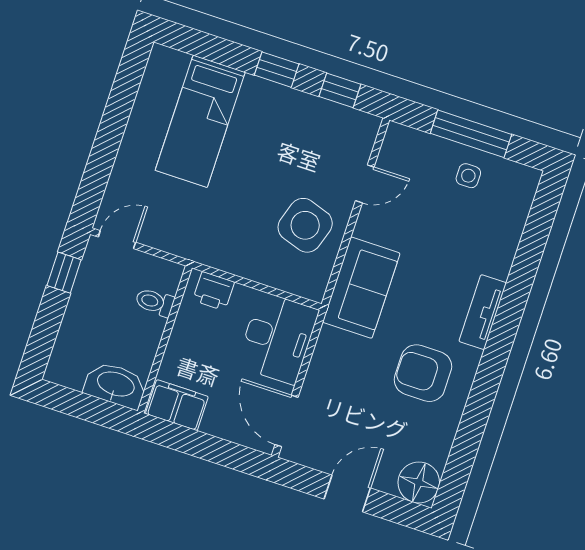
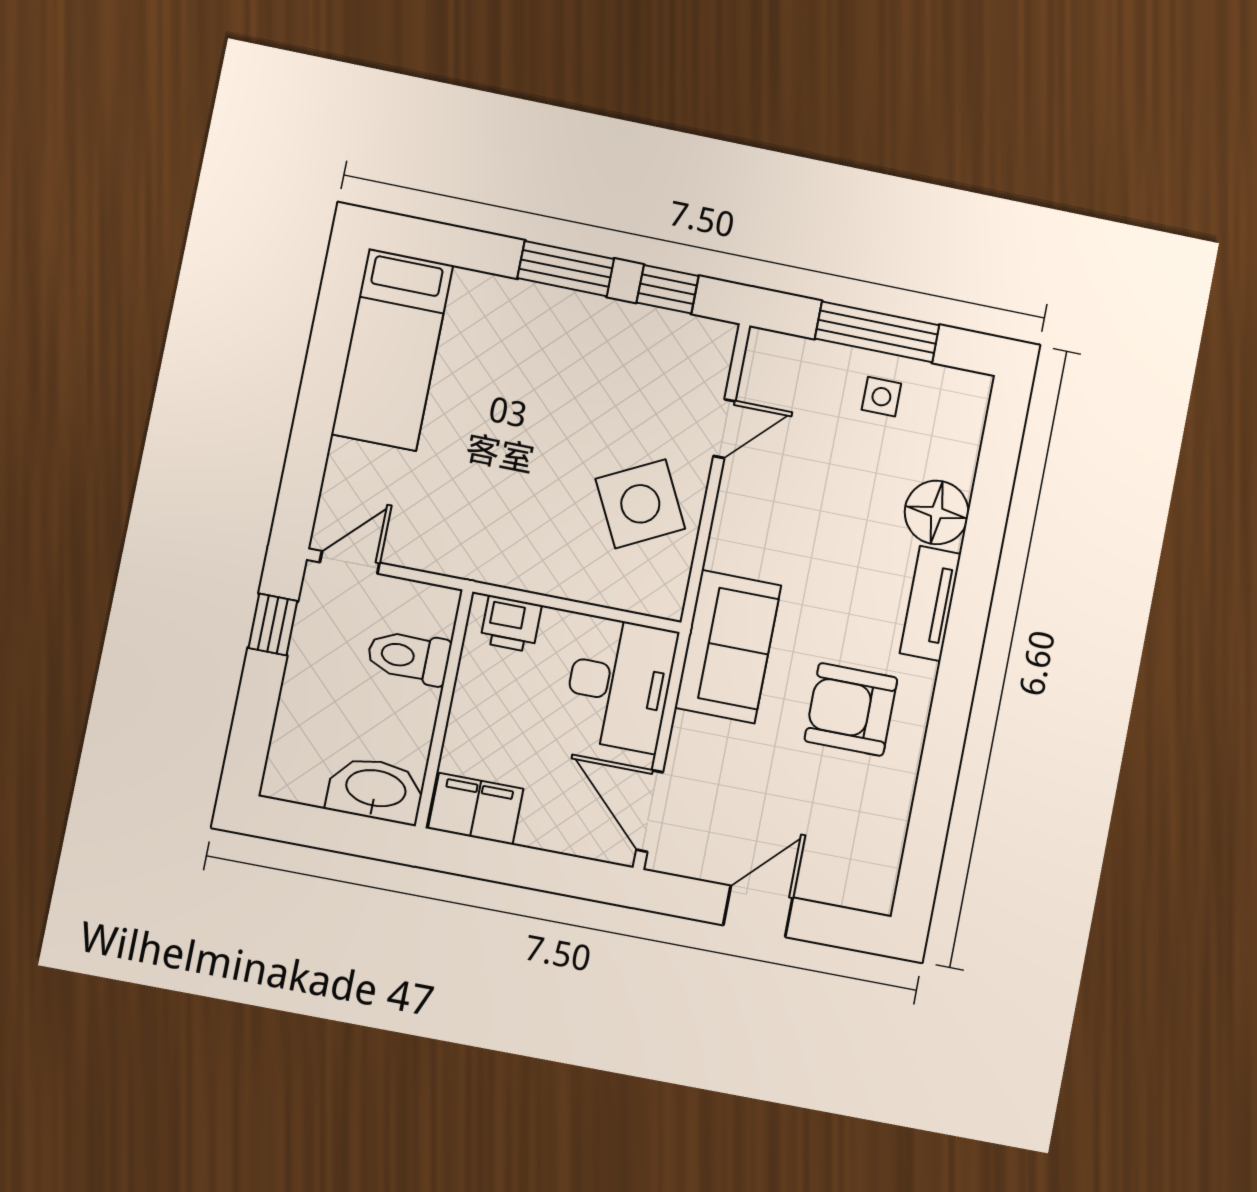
window: (277, 70) -> (566, 269), width x1.50
bed: (200, 121) -> (392, 350), moved
side table: (305, 225) -> (640, 504), turned 45
sofa: (361, 288) -> (728, 647), moved
toilet: (155, 302) -> (409, 657), width x1.37, depth x1.39
floor lamp: (419, 482) -> (937, 512), moved

